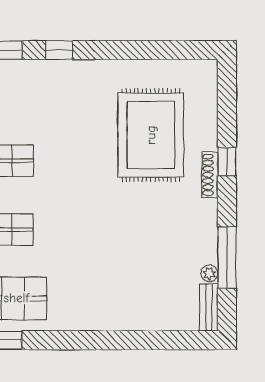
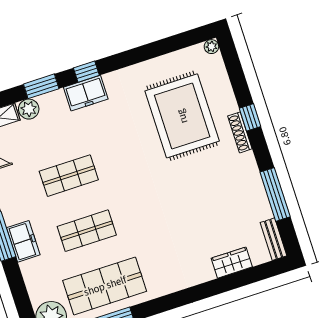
freezer: (51, 74) -> (86, 93), added
plant: (209, 273) -> (211, 47), moved
wardrobe: (153, 319) -> (232, 263), added

